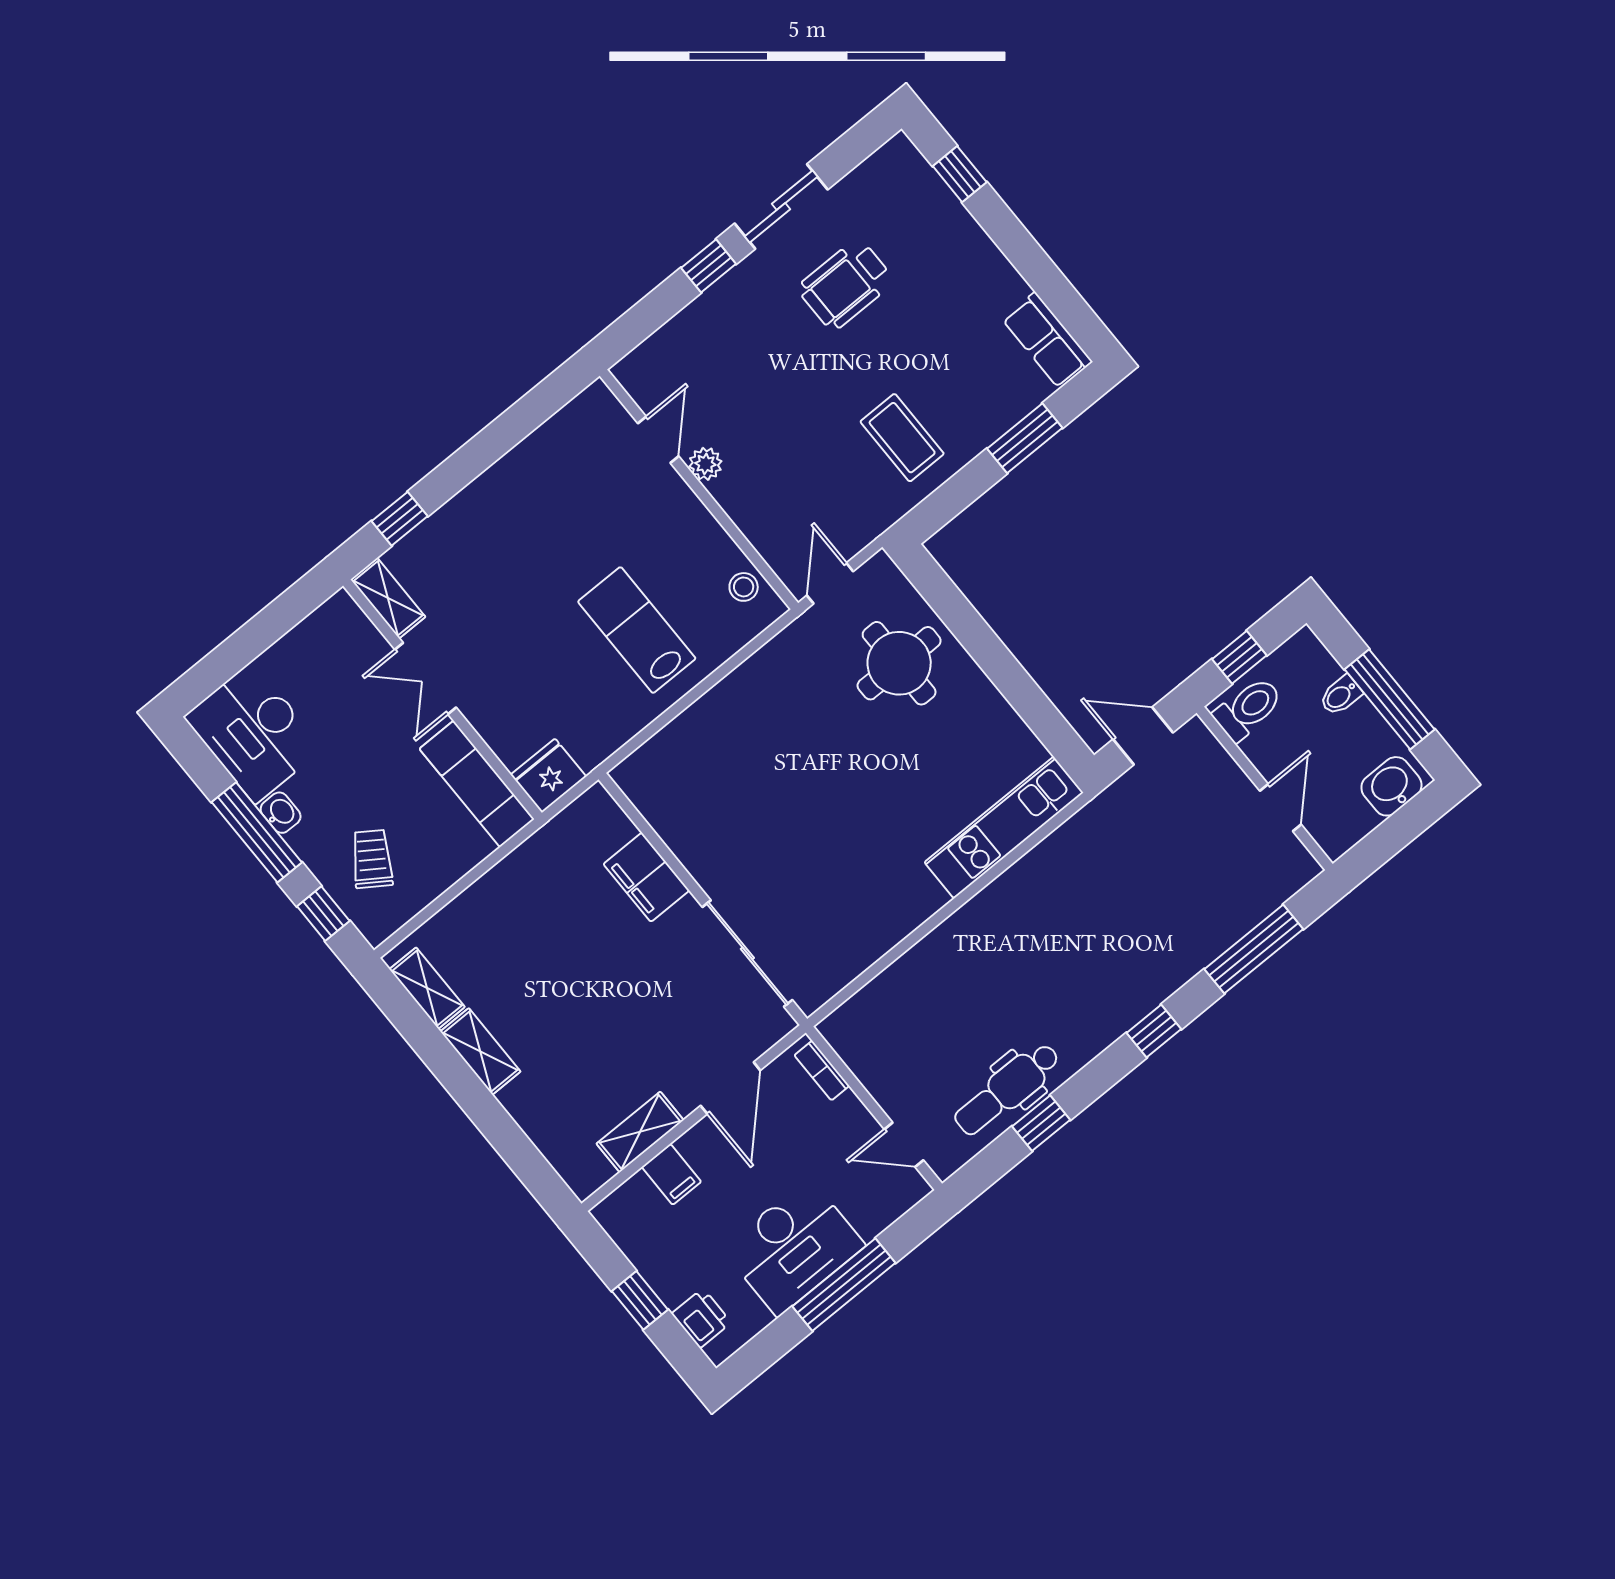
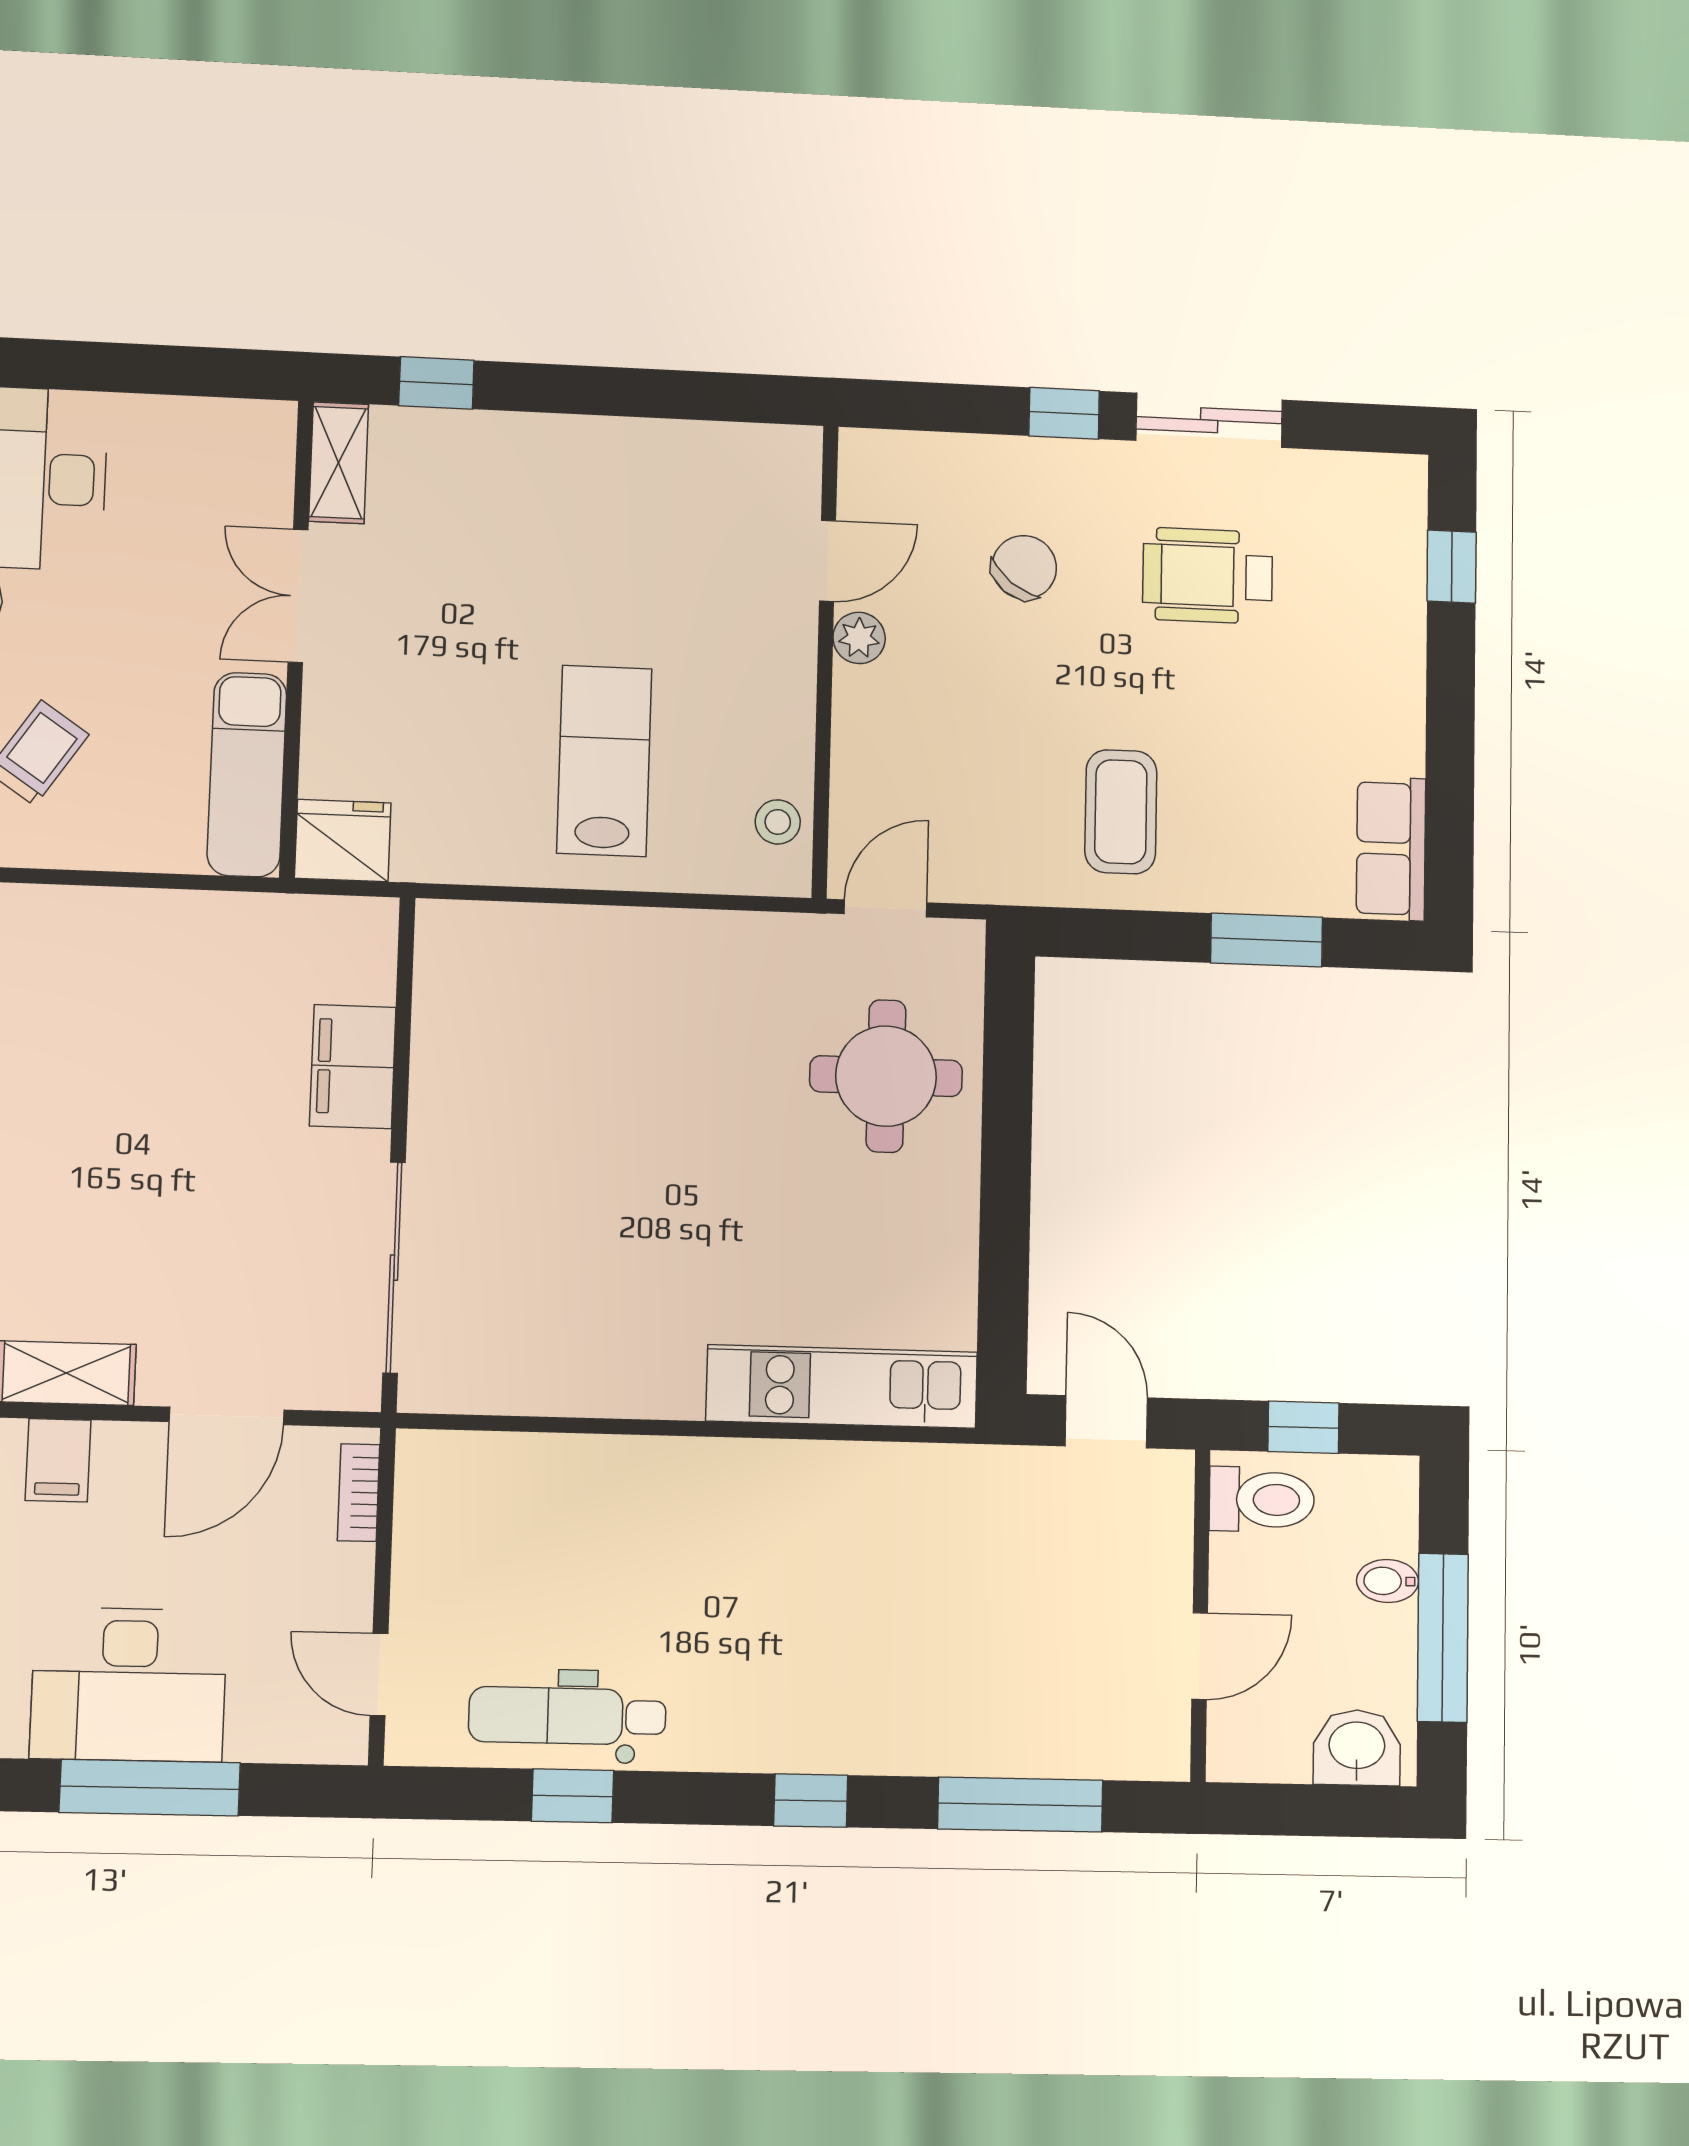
chair: (754, 359) -> (1024, 567), added

